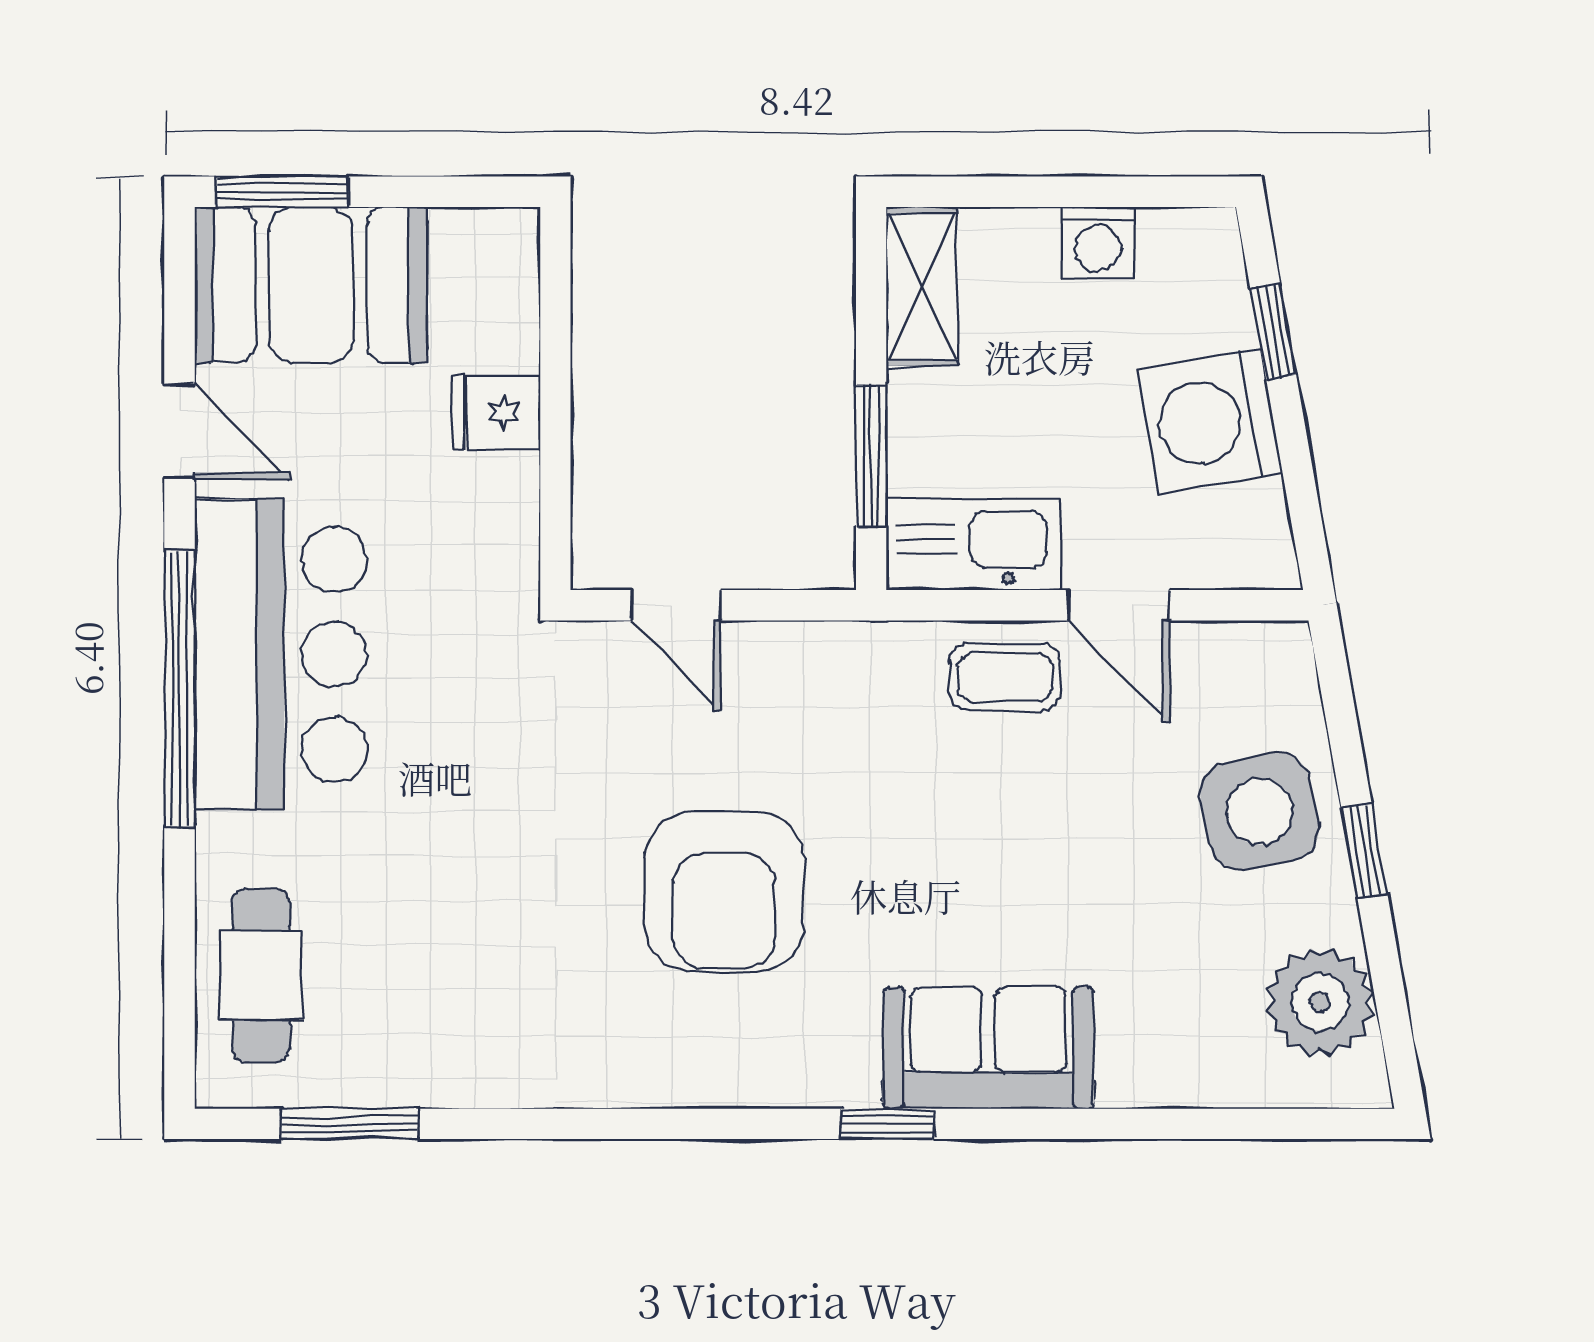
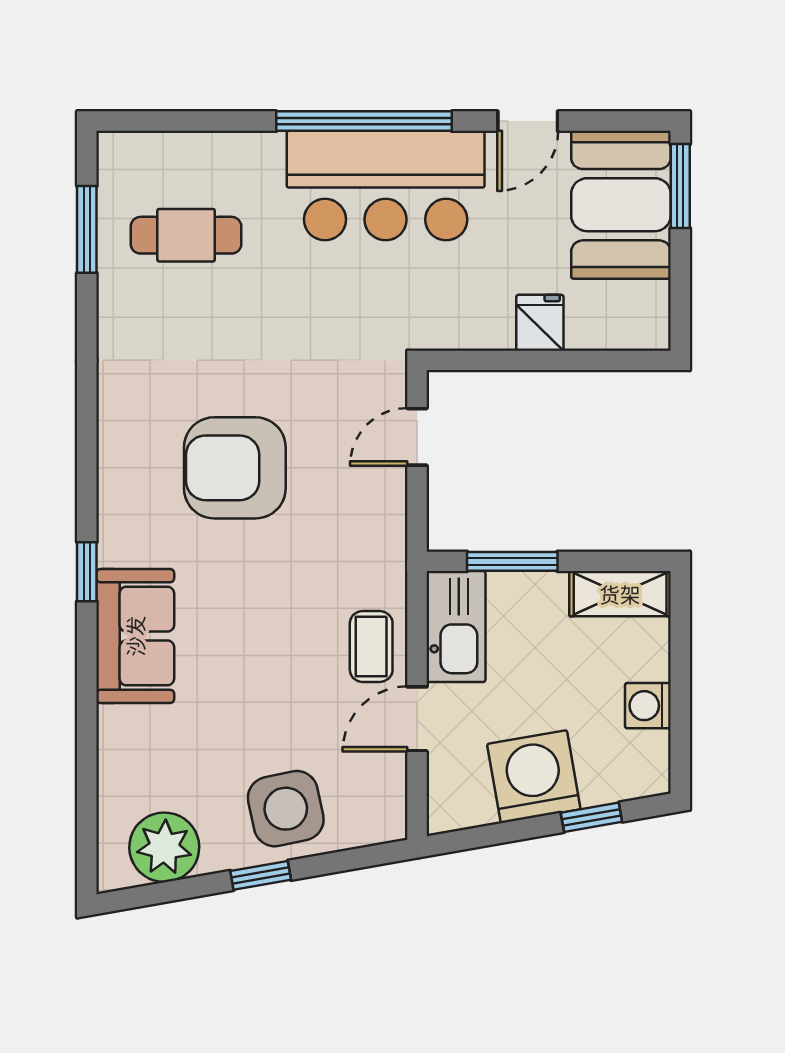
cafe table: (261, 975) -> (186, 235), moved

